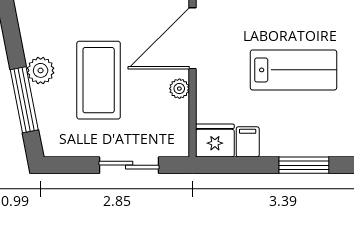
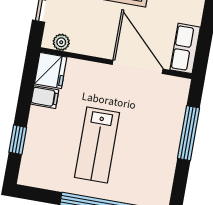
plant: (179, 89) -> (61, 42), moved
window: (304, 165) -> (18, 140), width x0.67

